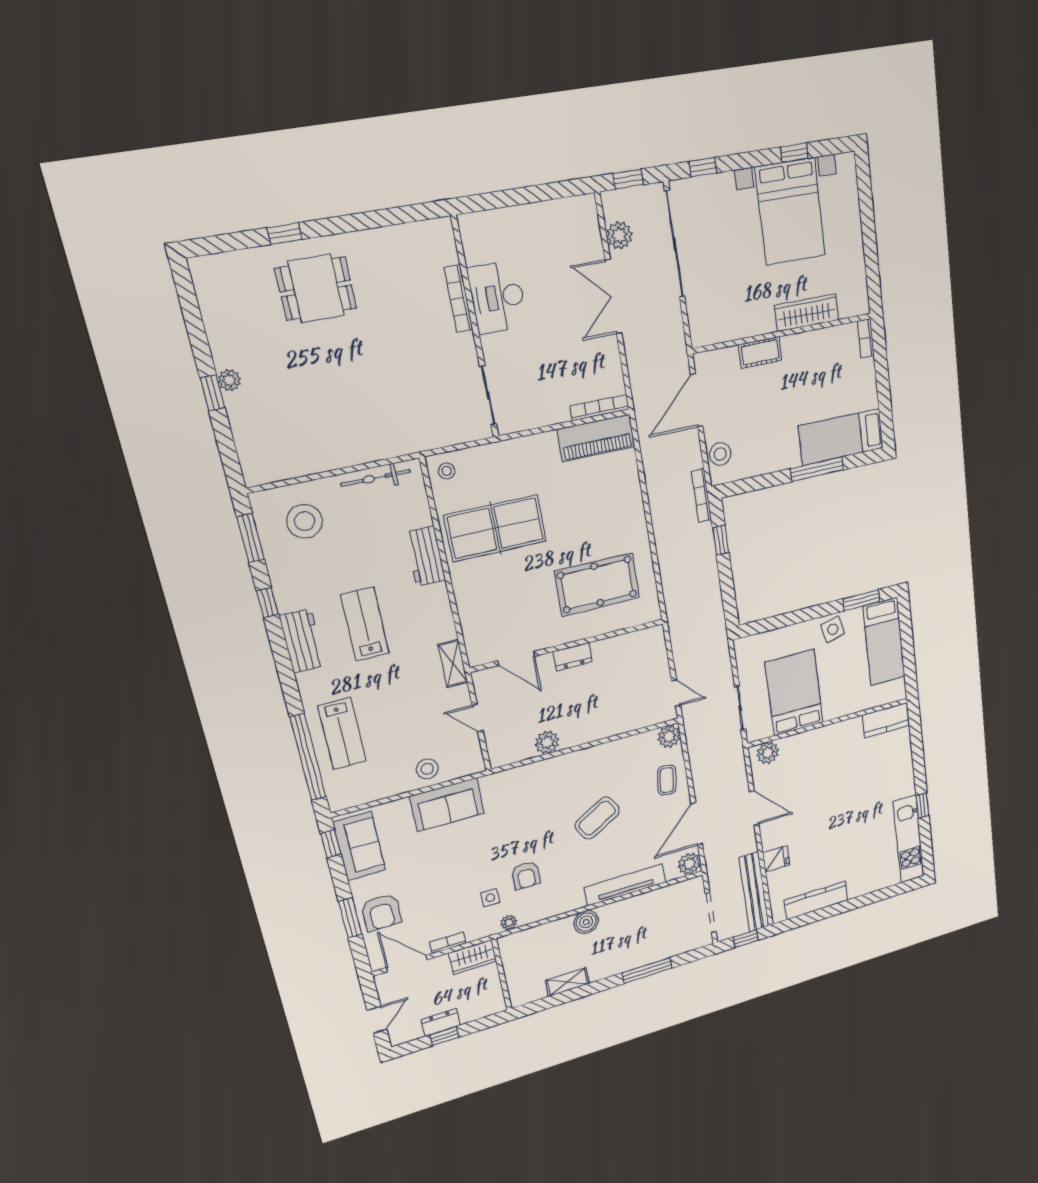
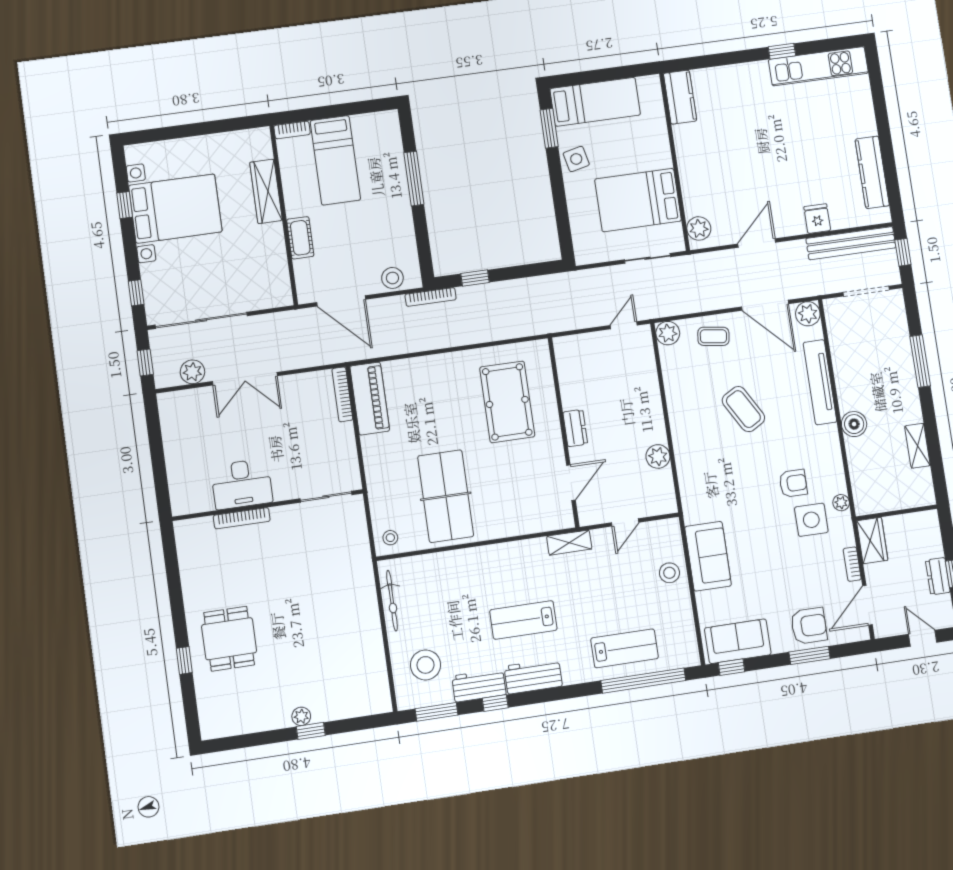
bed: (841, 437) -> (335, 160), moved
workbench: (426, 556) -> (479, 685), moved, turned 180
side table: (490, 898) -> (811, 520), width x1.87, depth x1.87

